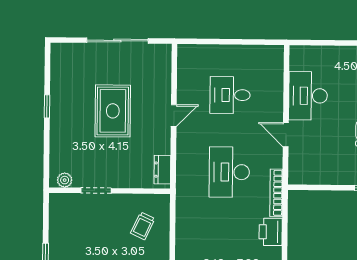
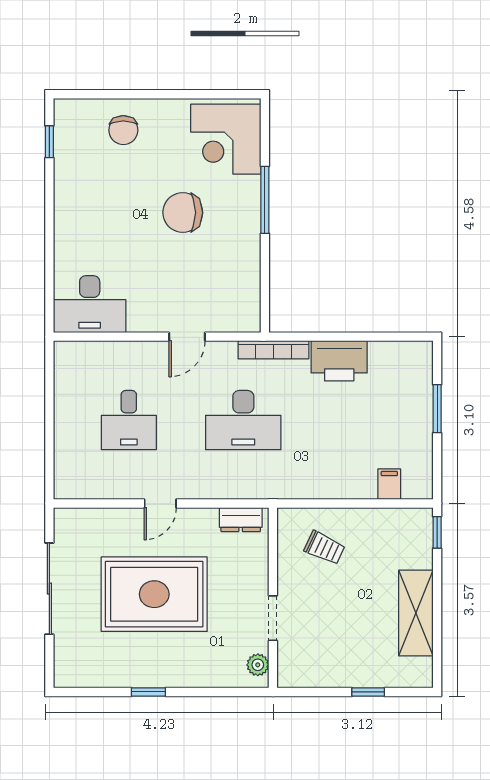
desk: (308, 96) -> (90, 304), moved
rug: (113, 111) -> (154, 594), width x1.37, depth x1.44
door: (174, 116) -> (160, 504), swing flipped
printer: (271, 232) -> (339, 361), width x1.37, depth x1.19

